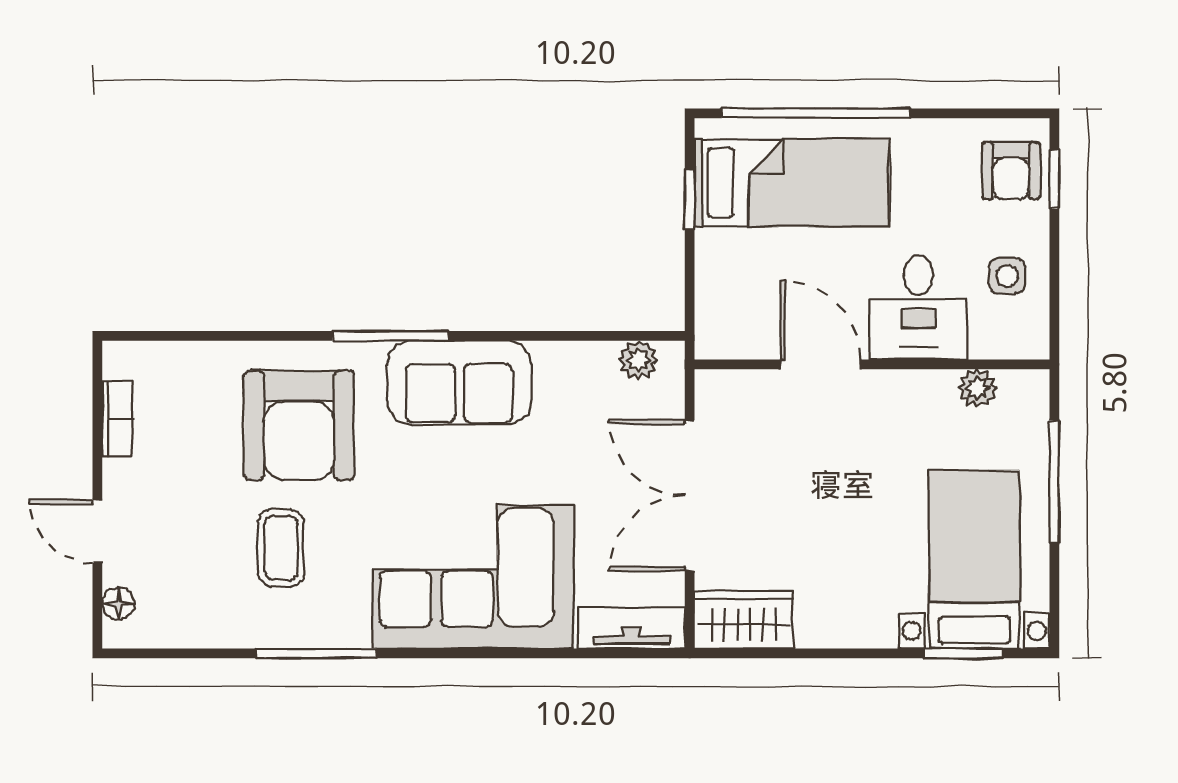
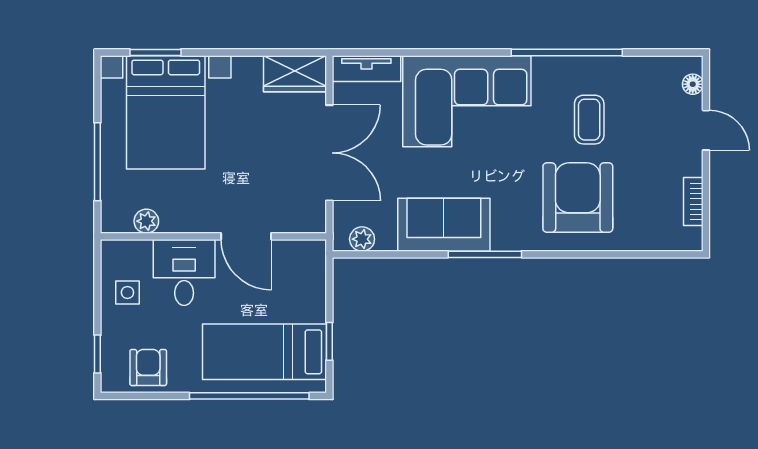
armchair: (1011, 171) -> (148, 367), moved
window: (390, 336) -> (485, 254), moved
sofa: (459, 382) -> (444, 225), moved
bed with nightstands: (974, 559) -> (166, 112), width x1.36
window: (316, 653) -> (567, 53), width x1.46

